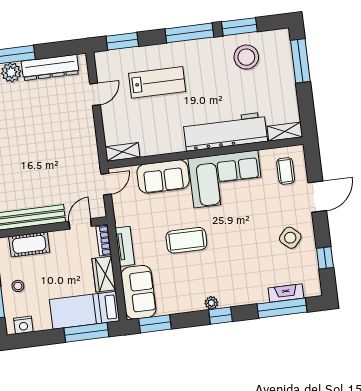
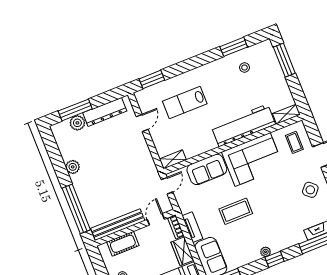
window: (189, 33) -> (199, 61), removed
stool: (246, 57) -> (244, 68), width x0.53, depth x0.53
lab bench: (157, 82) -> (185, 103), turned 180

